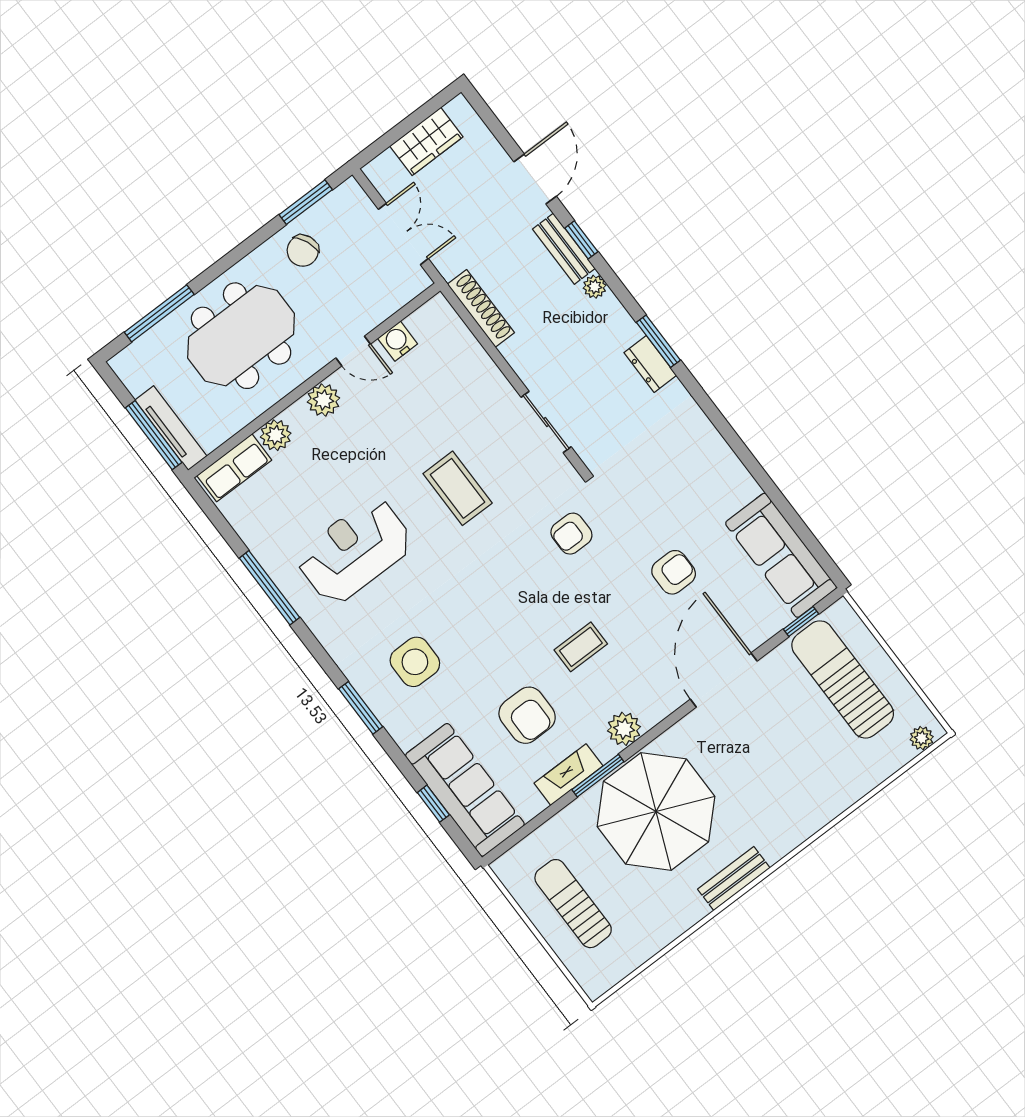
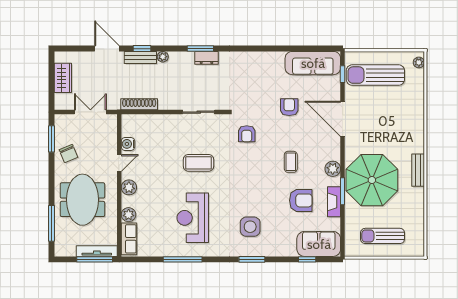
sofa: (465, 790) -> (319, 244), width x0.73

